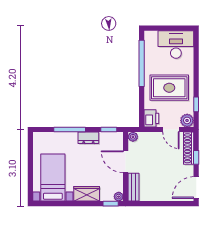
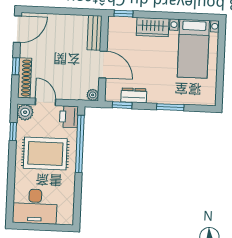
window: (142, 63) -> (80, 144), moved
window: (70, 130) -> (170, 107), width x0.69
dresser: (88, 138) -> (134, 95), moved
plant: (119, 197) -> (113, 22), removed

